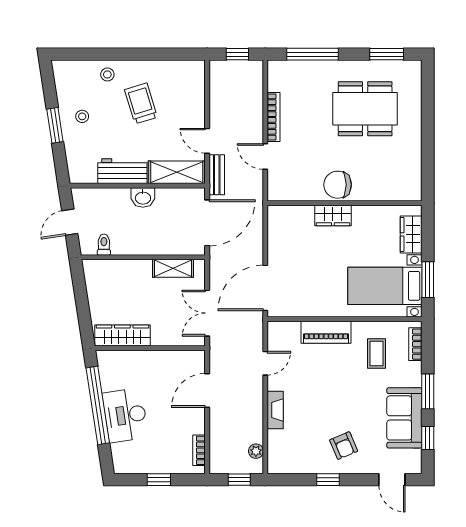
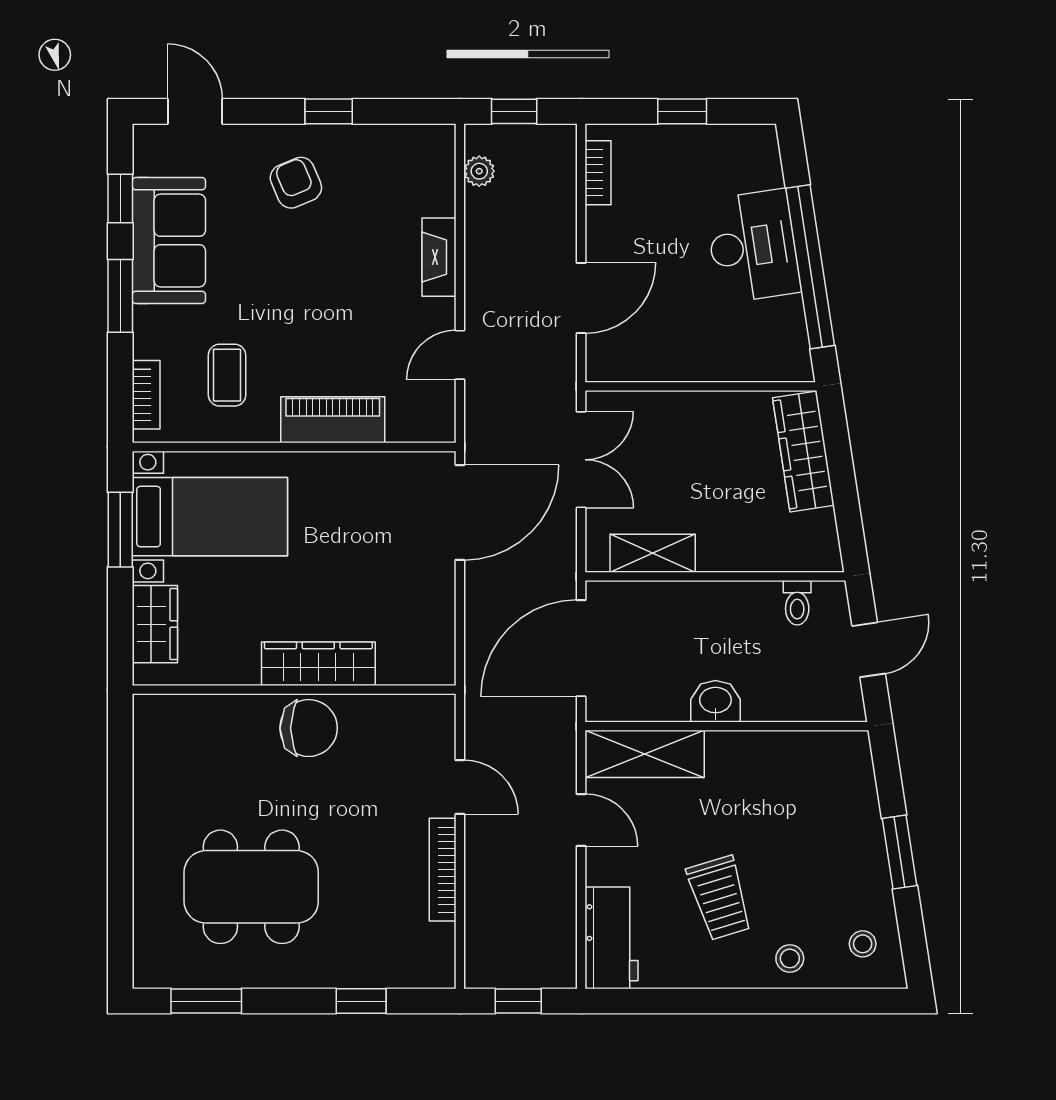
window: (312, 54) -> (361, 1001), width x0.46
stool: (82, 116) -> (863, 944), moved
workbench: (122, 171) -> (612, 938), moved, turned -90
bench: (217, 175) -> (561, 749), removed
wardrobe: (333, 215) -> (318, 664), width x1.50
wardrobe: (122, 336) -> (803, 452), moved, turned 81

